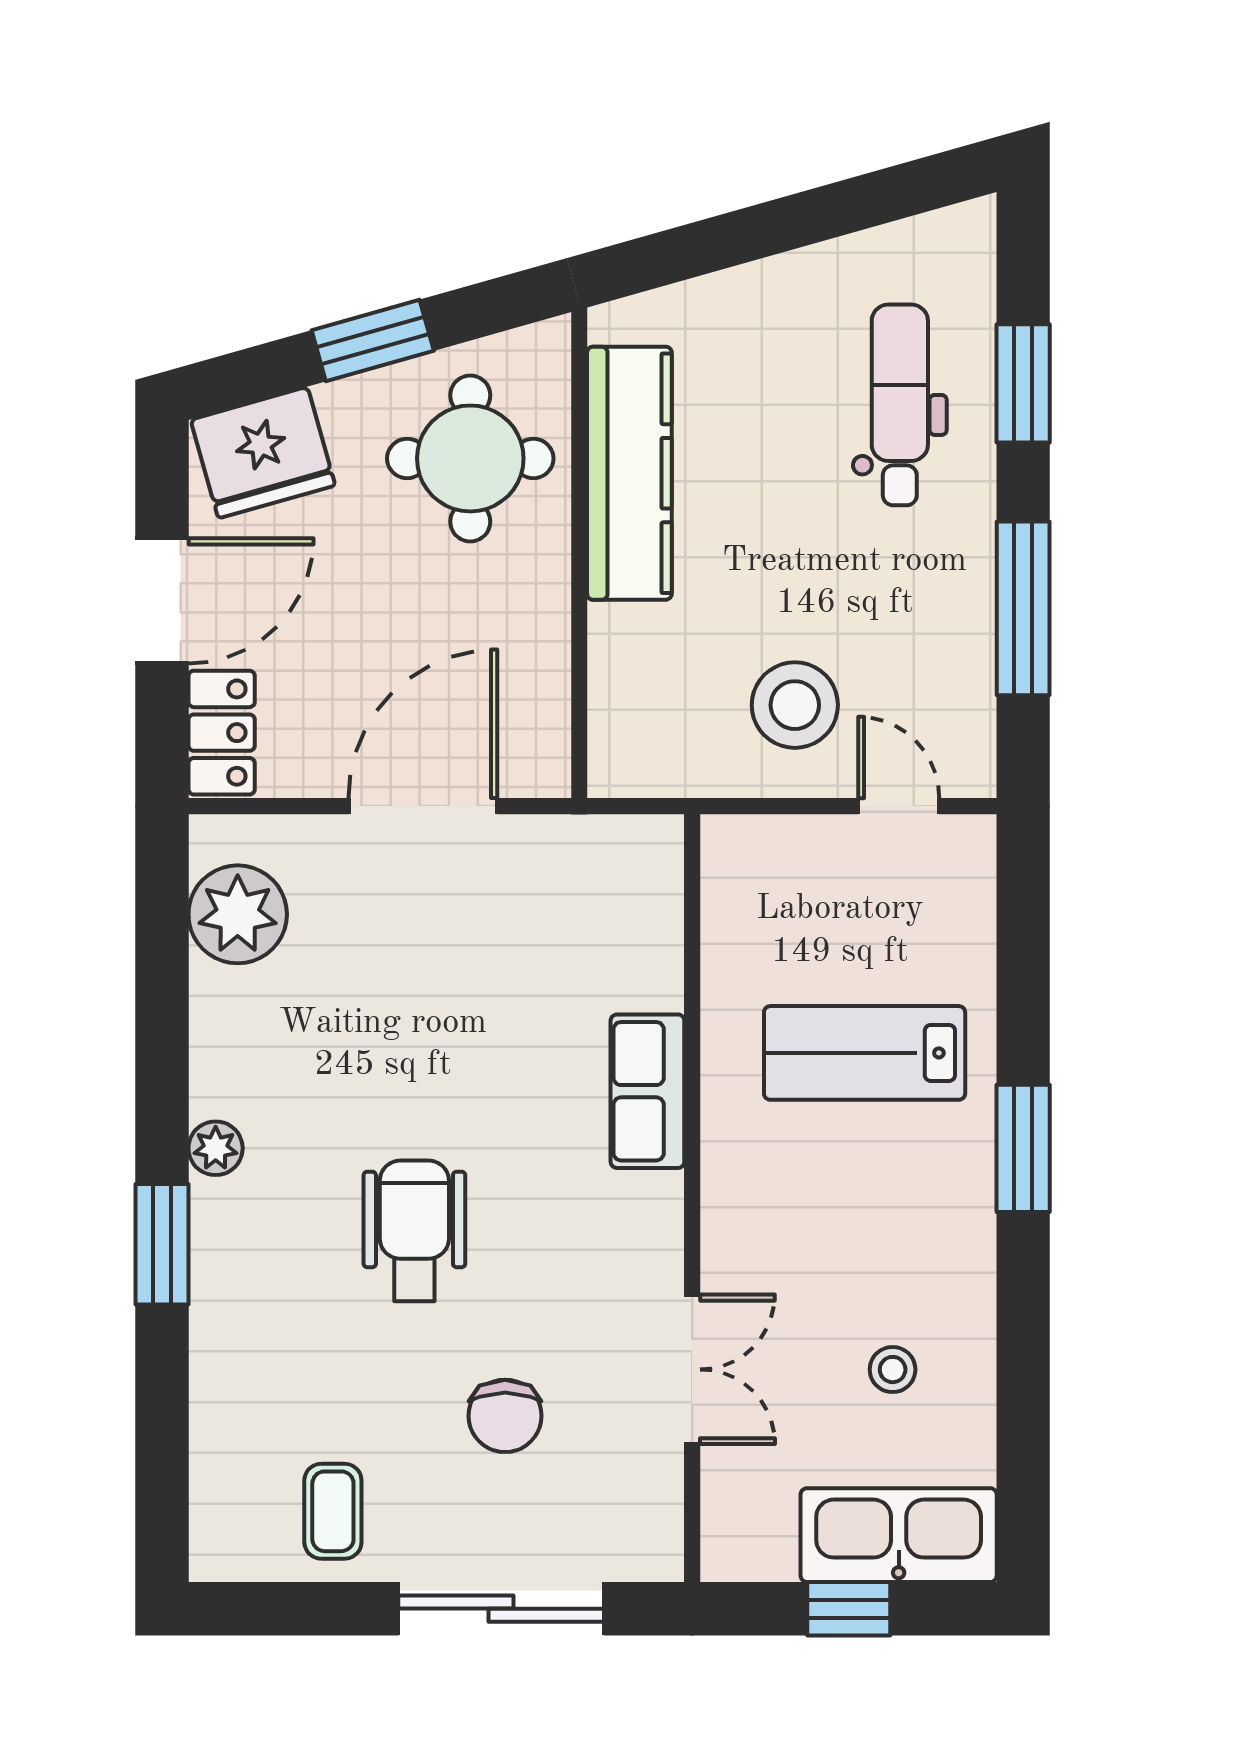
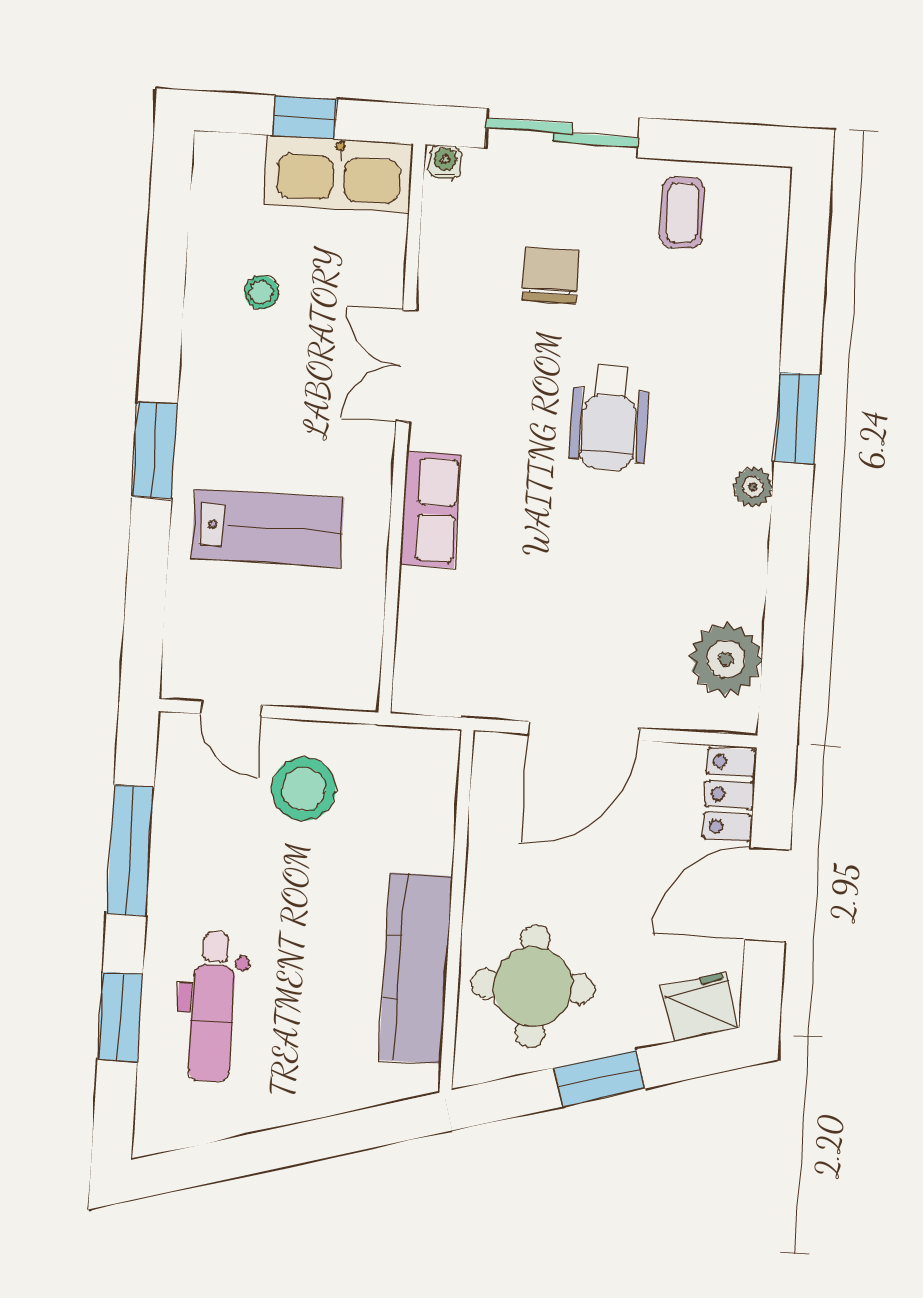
fridge: (263, 453) -> (700, 1007), width x0.73, depth x0.75
double door: (692, 1369) -> (406, 366), moved
kitchen sink: (899, 1535) -> (339, 174), moved
water cooler: (656, 1560) -> (445, 162), added

